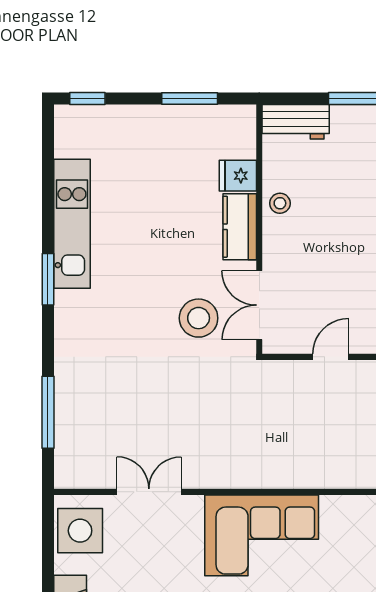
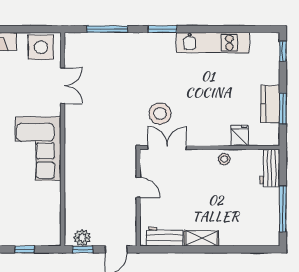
kitchen counter: (240, 227) -> (270, 104), moved, turned -90
window: (48, 279) -> (162, 29), moved

